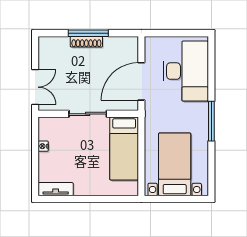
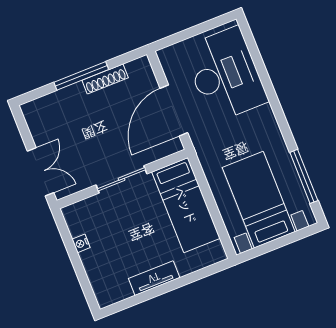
shoe rack: (86, 42) -> (105, 79), moved
window: (211, 121) -> (304, 176), moved
tv unit: (56, 189) -> (154, 278), moved

